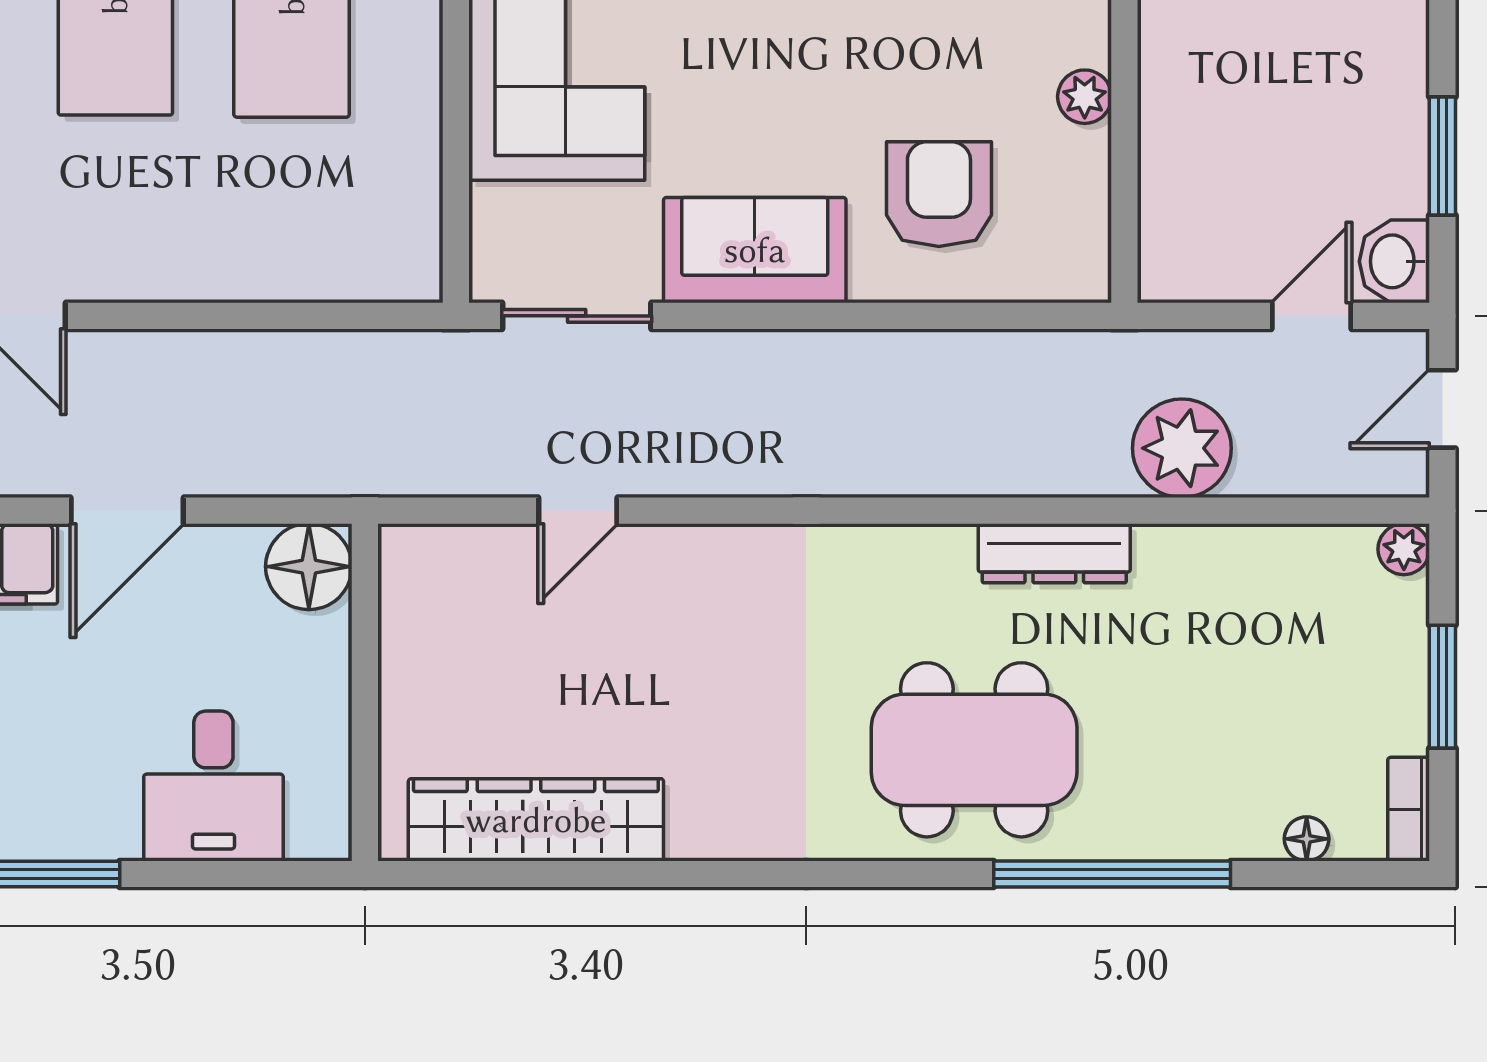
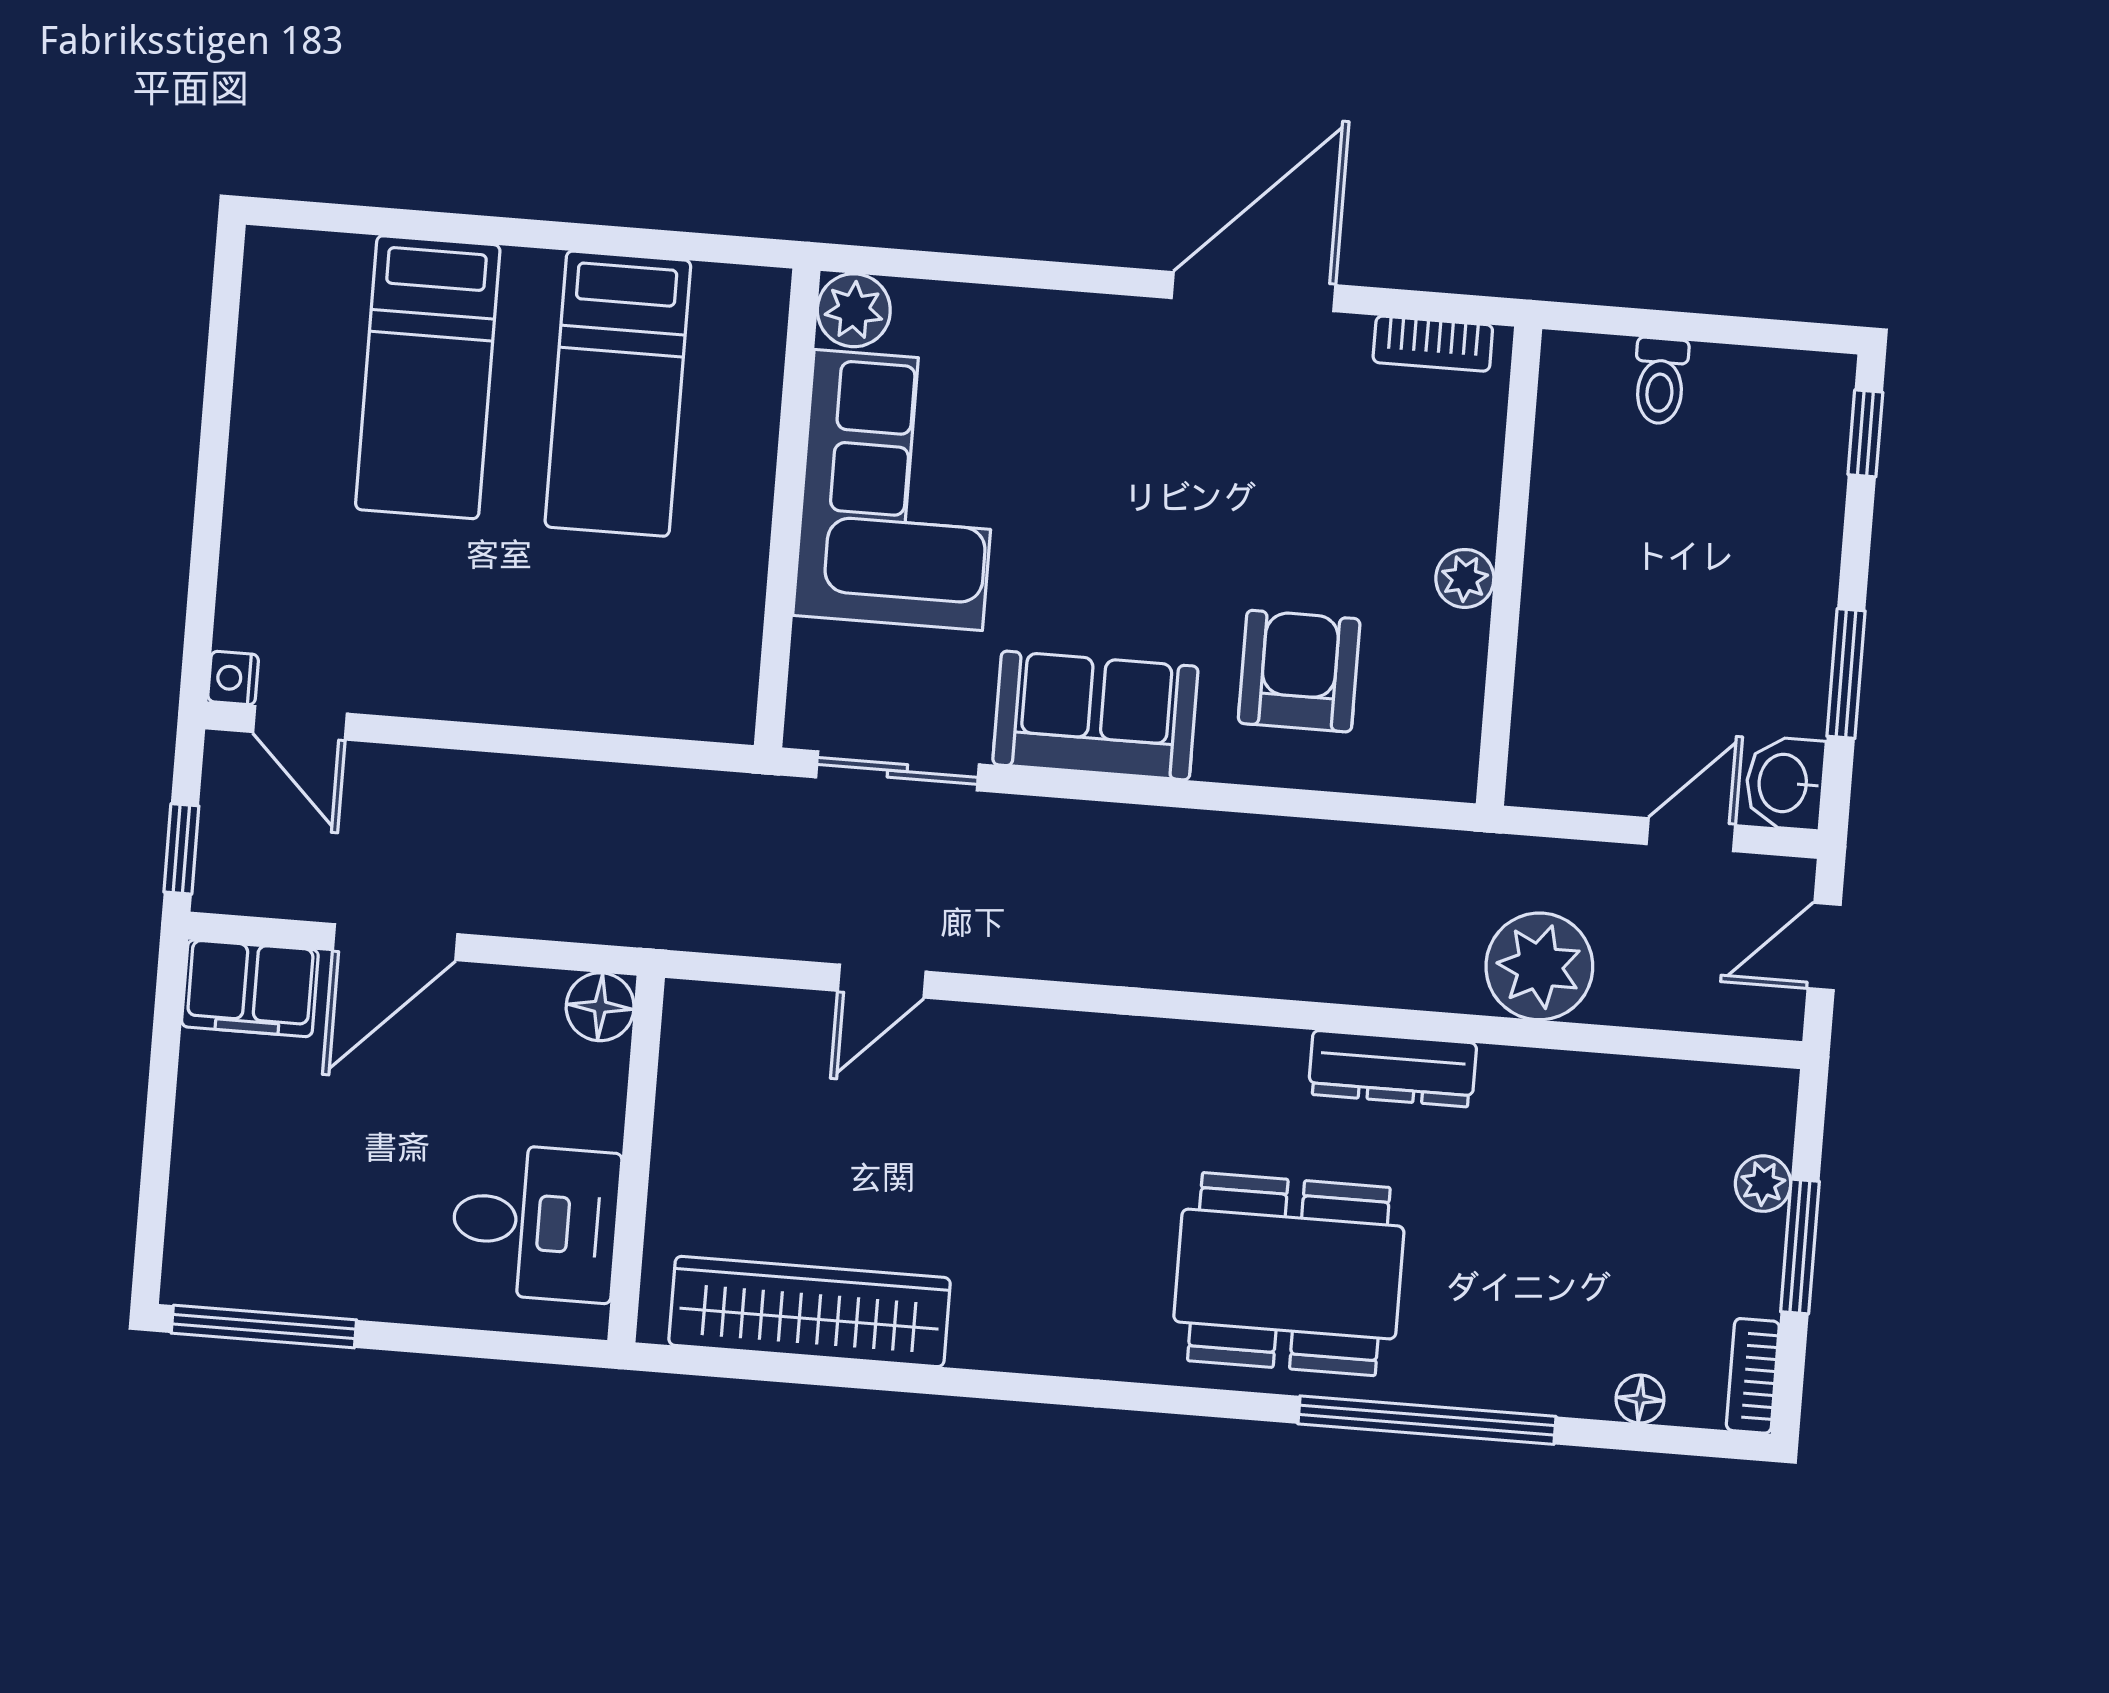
plant: (1404, 549) -> (1763, 1184), moved
floor lamp: (309, 567) -> (600, 1007), width x0.73, depth x0.73
desk: (213, 786) -> (535, 1222), moved, turned -90

